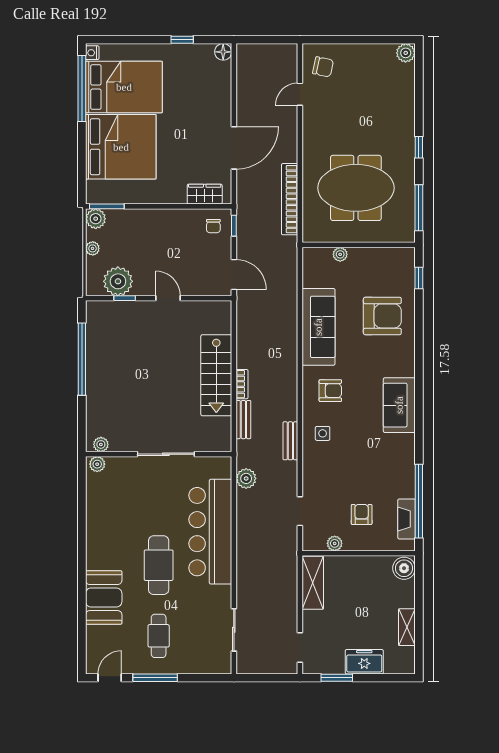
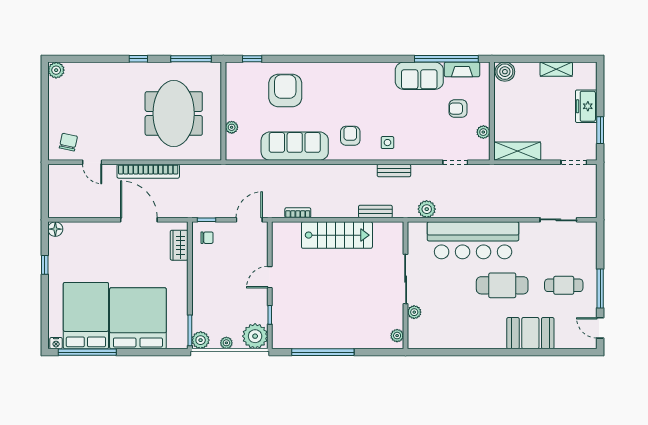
bookcase: (290, 199) -> (148, 171), moved
plant: (118, 281) -> (255, 336), moved
bookcase: (242, 384) -> (298, 213), moved
sofa: (399, 405) -> (419, 76), moved
plant: (97, 464) -> (414, 312), moved

